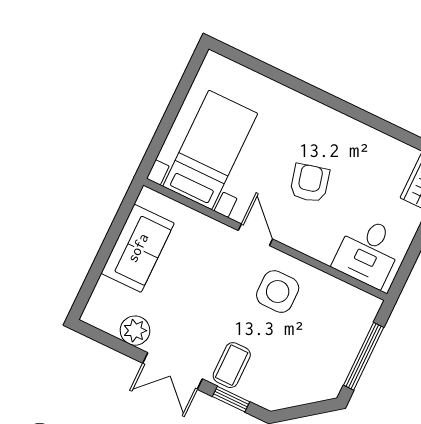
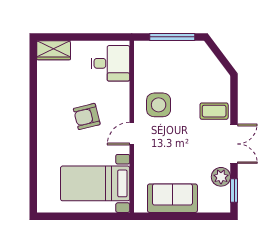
window: (231, 399) -> (234, 191), moved

